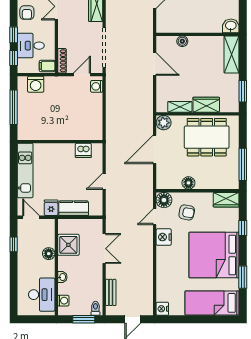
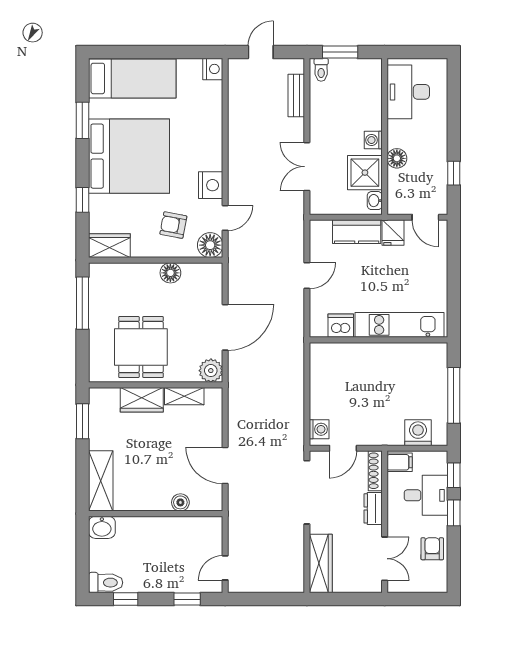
dresser: (63, 37) -> (373, 508), added
dining table: (207, 137) -> (141, 347), width x0.73
kitchen unit: (25, 170) -> (399, 325), moved, turned 90
washbasin: (62, 277) -> (375, 201), moved
washing machine: (63, 301) -> (373, 140), moved

